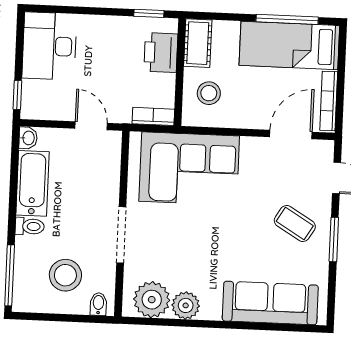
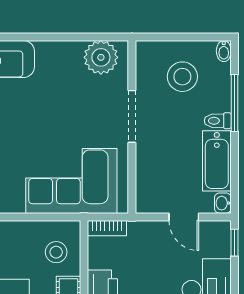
door: (91, 126) -> (184, 217), moved
window: (10, 275) -> (234, 103), moved
bidet: (98, 304) -> (224, 51), moved
plant: (186, 305) -> (69, 53), removed

